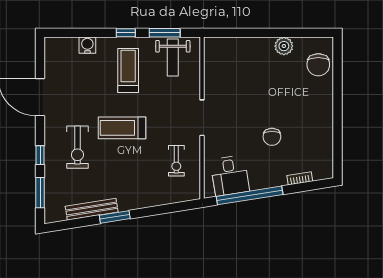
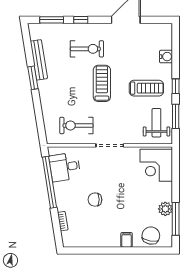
window: (297, 33) -> (176, 219), added
weight bench: (173, 57) -> (156, 123), turned 90
corner desk: (228, 58) -> (156, 165), added
chair: (318, 65) -> (151, 236), turned 100
filing cabinet: (324, 96) -> (127, 240), added
exercise bike: (77, 147) -> (87, 49), turned 180
exercise bike: (176, 161) -> (76, 125), width x1.38, depth x1.39

